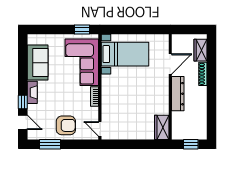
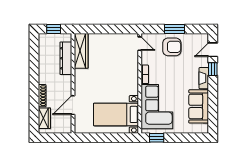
dresser: (178, 94) -> (66, 58), moved
door: (23, 122) -> (213, 50), hinge flipped
armchair: (66, 125) -> (172, 47), turned 180
wardrobe: (162, 127) -> (81, 51), width x1.50
window: (50, 144) -> (175, 29), moved

